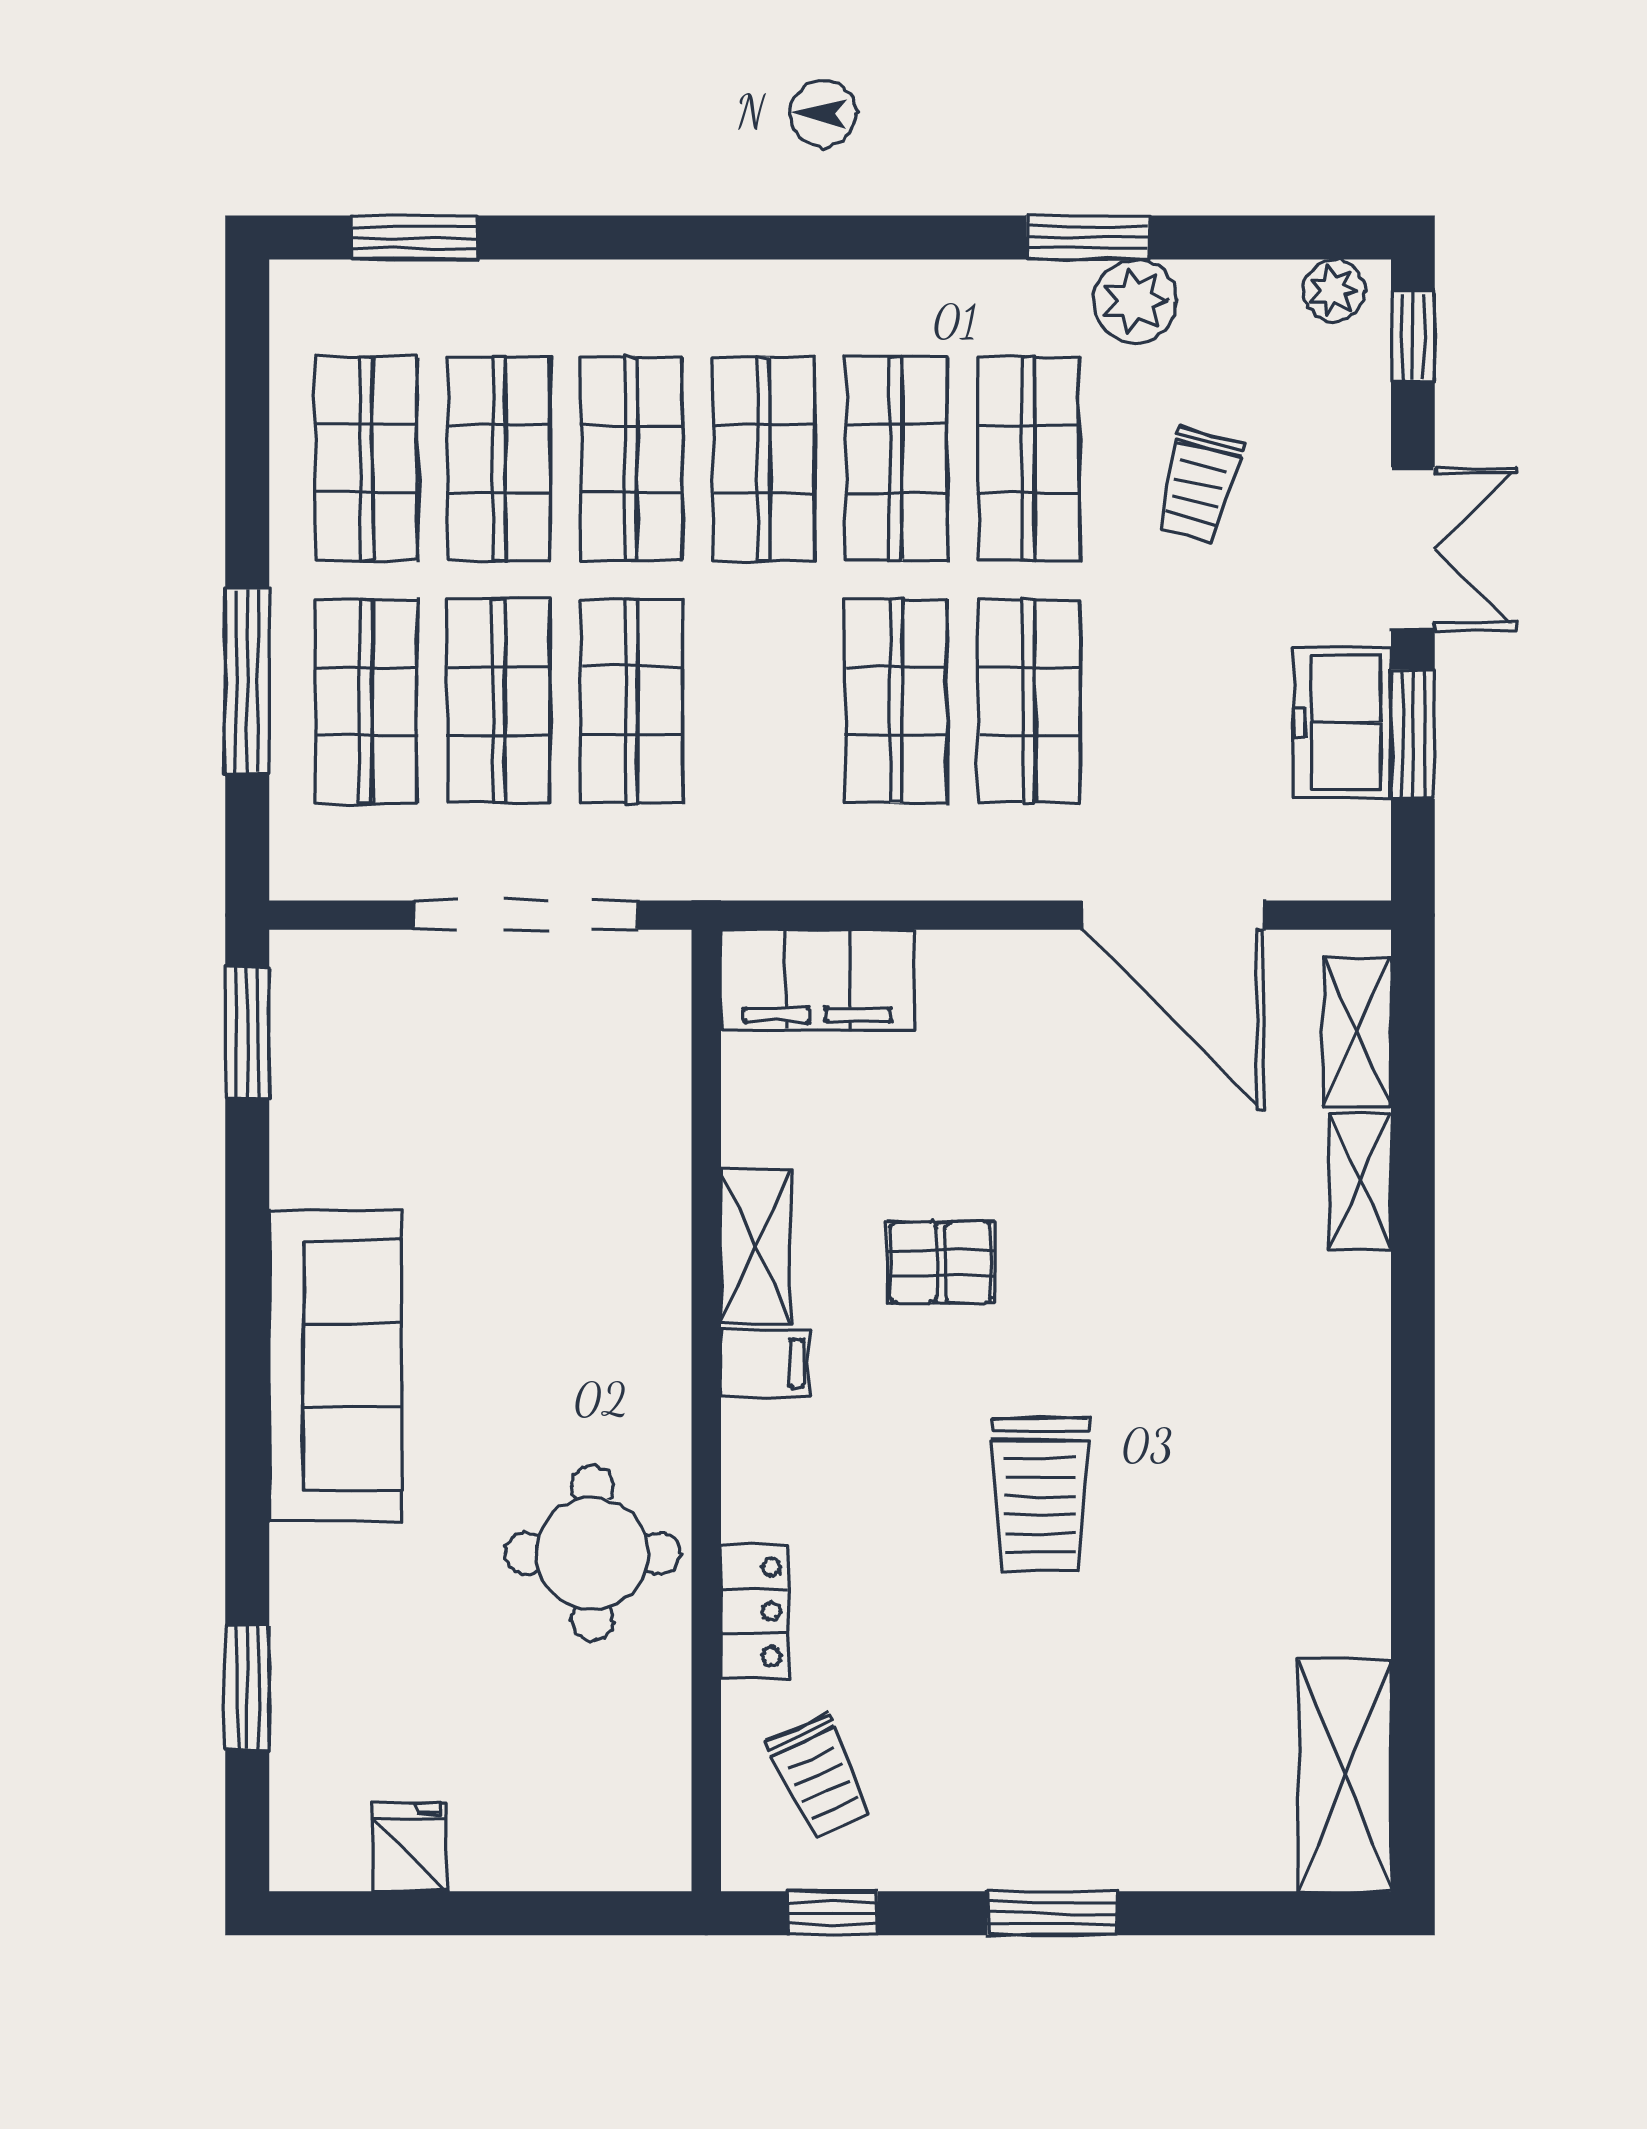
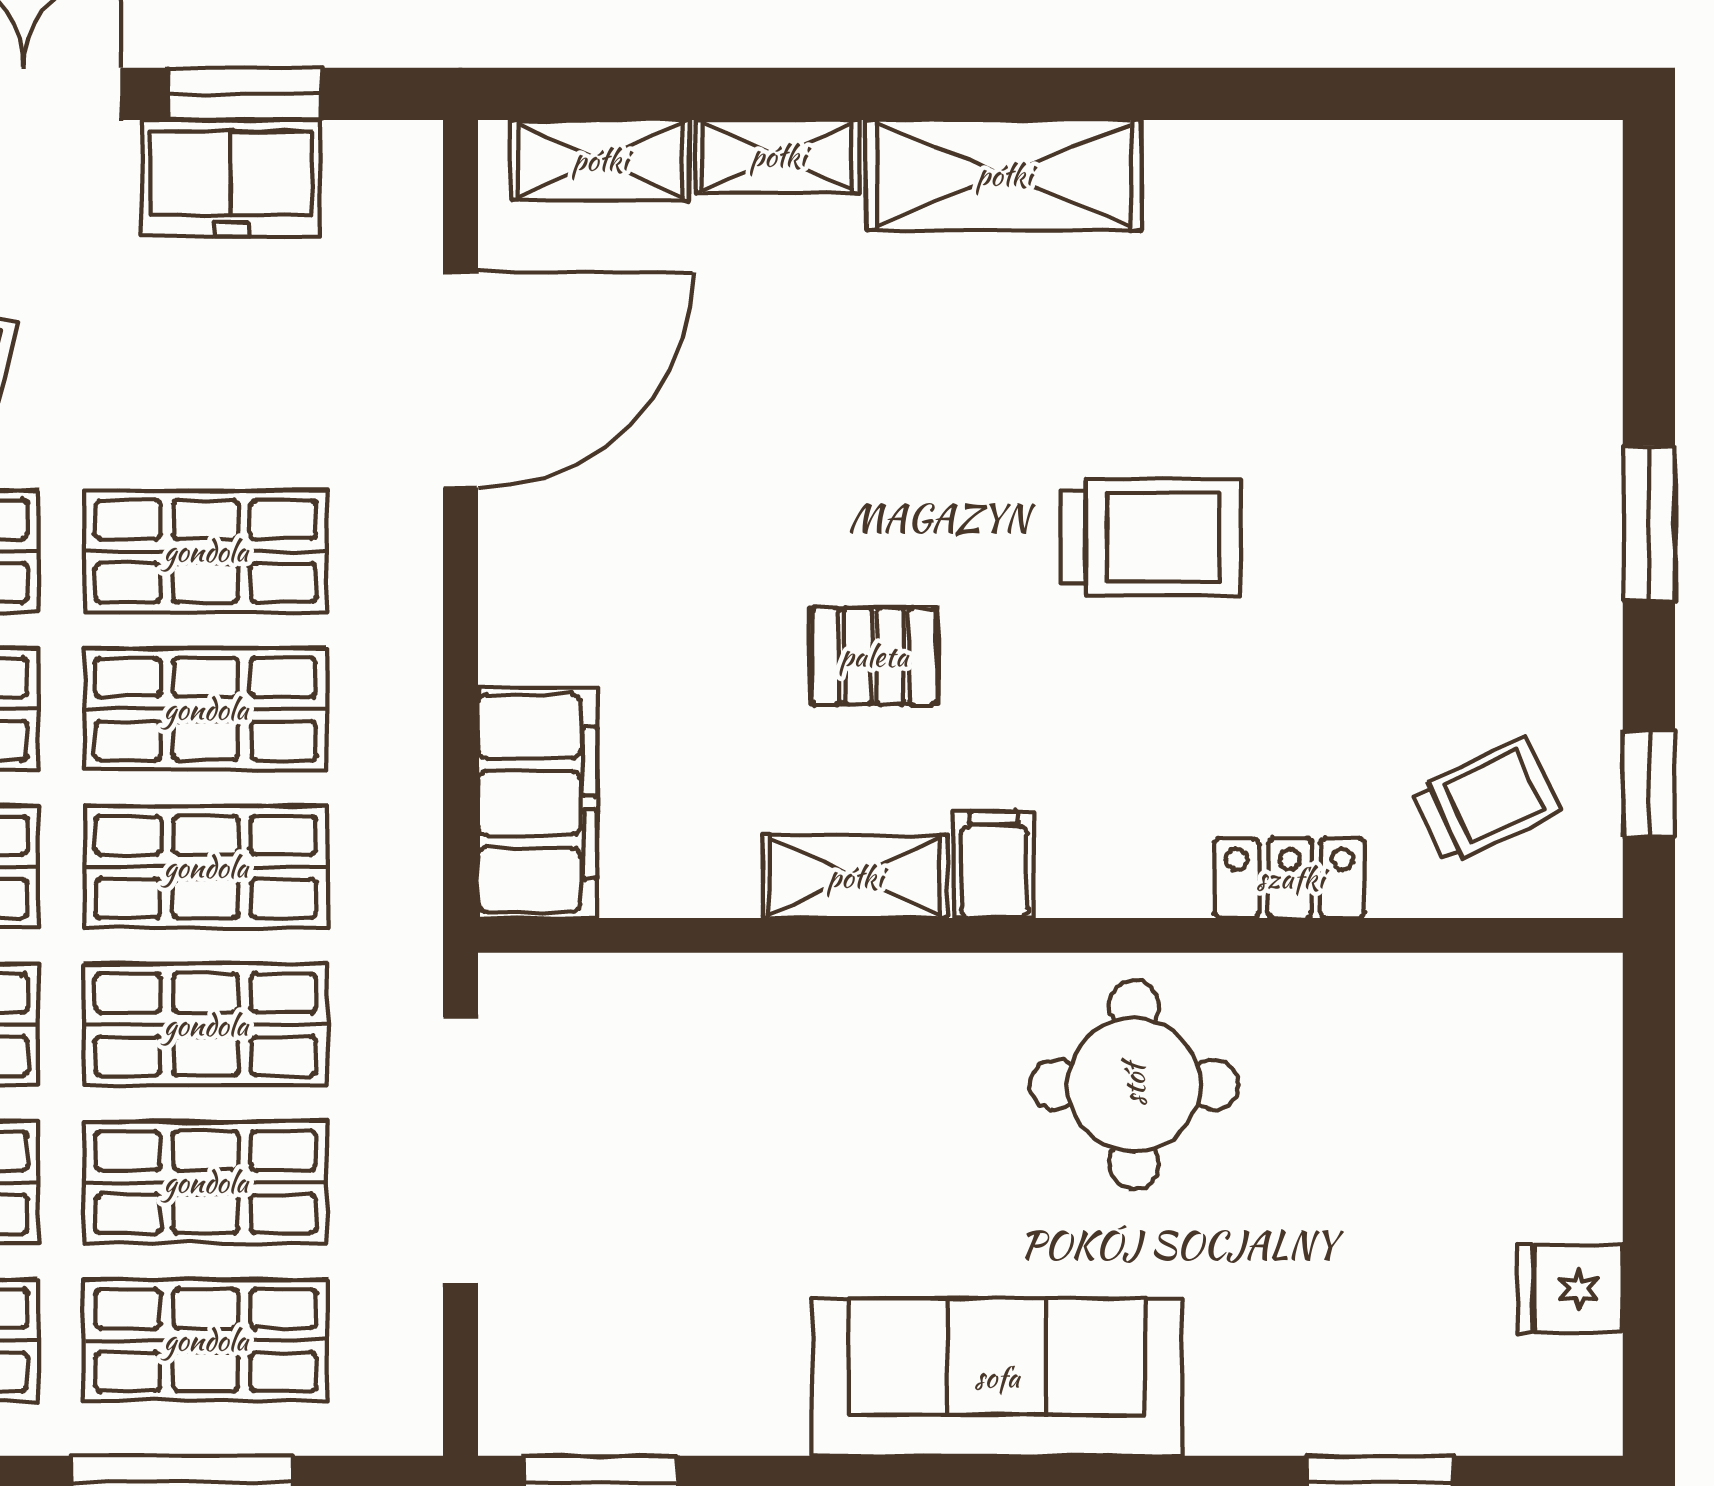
shop shelf: (764, 701) -> (206, 867), added
pallet: (941, 1262) -> (874, 656), turned 90
round table: (592, 1553) -> (1134, 1085), moved
shelving: (1345, 1775) -> (1004, 175), moved

